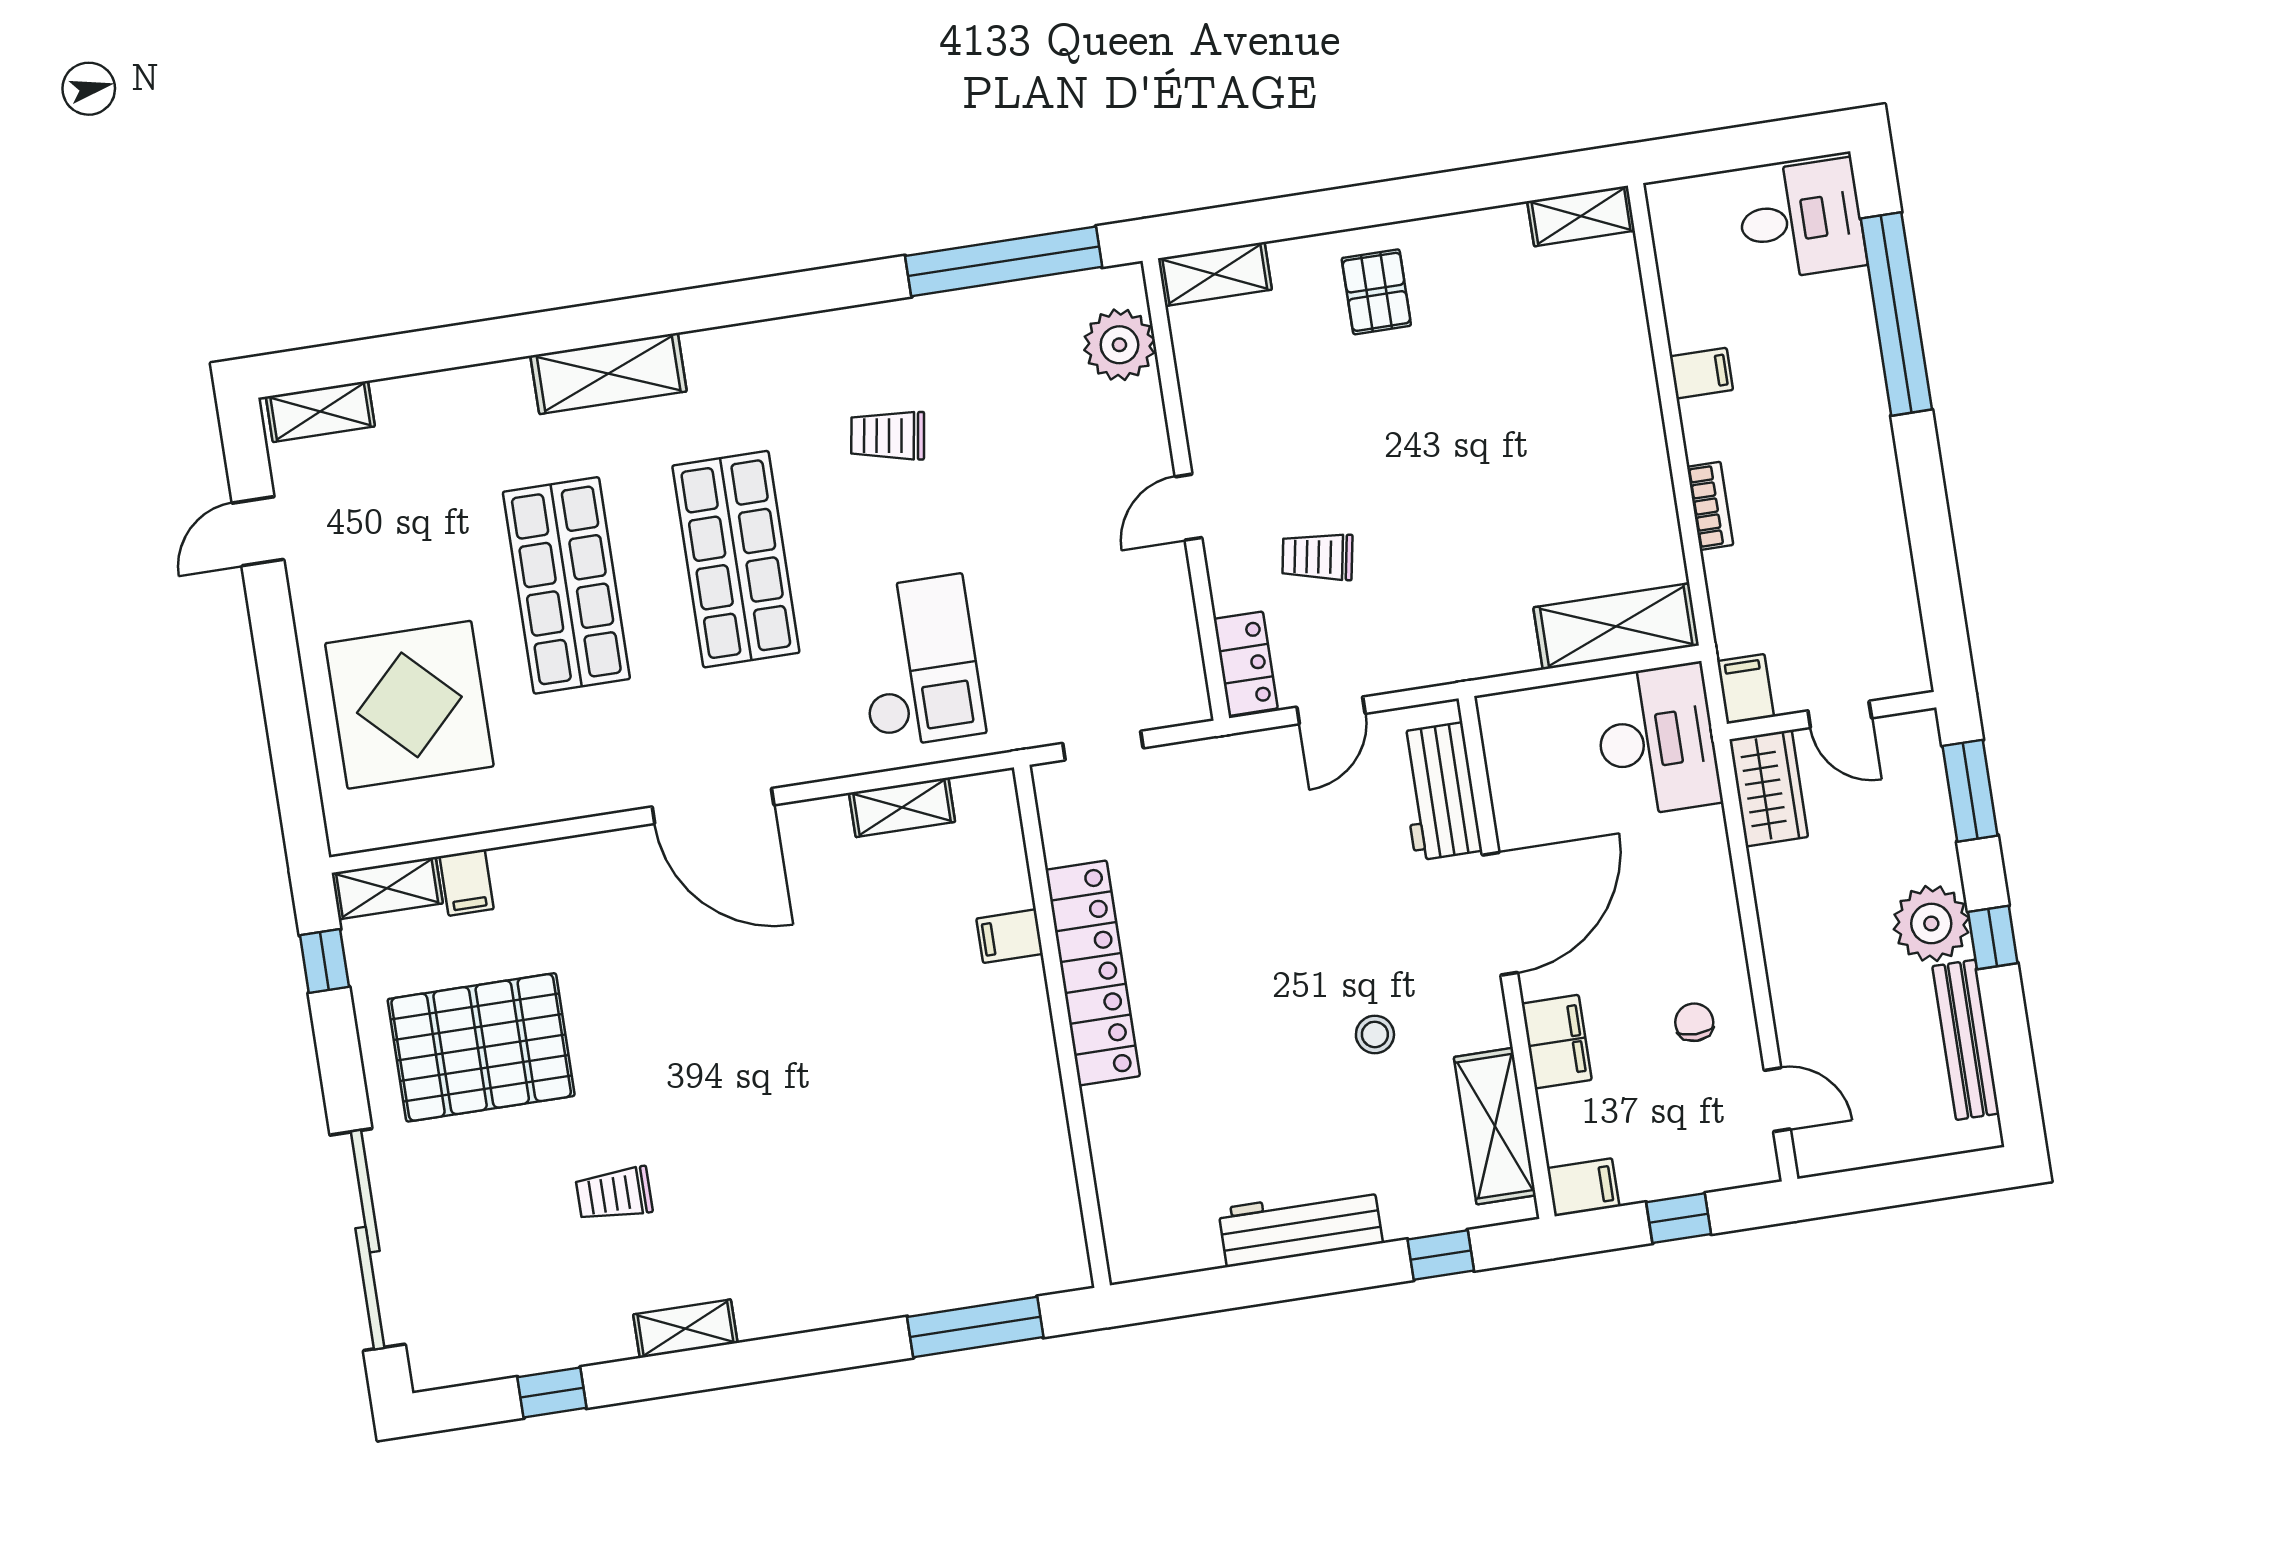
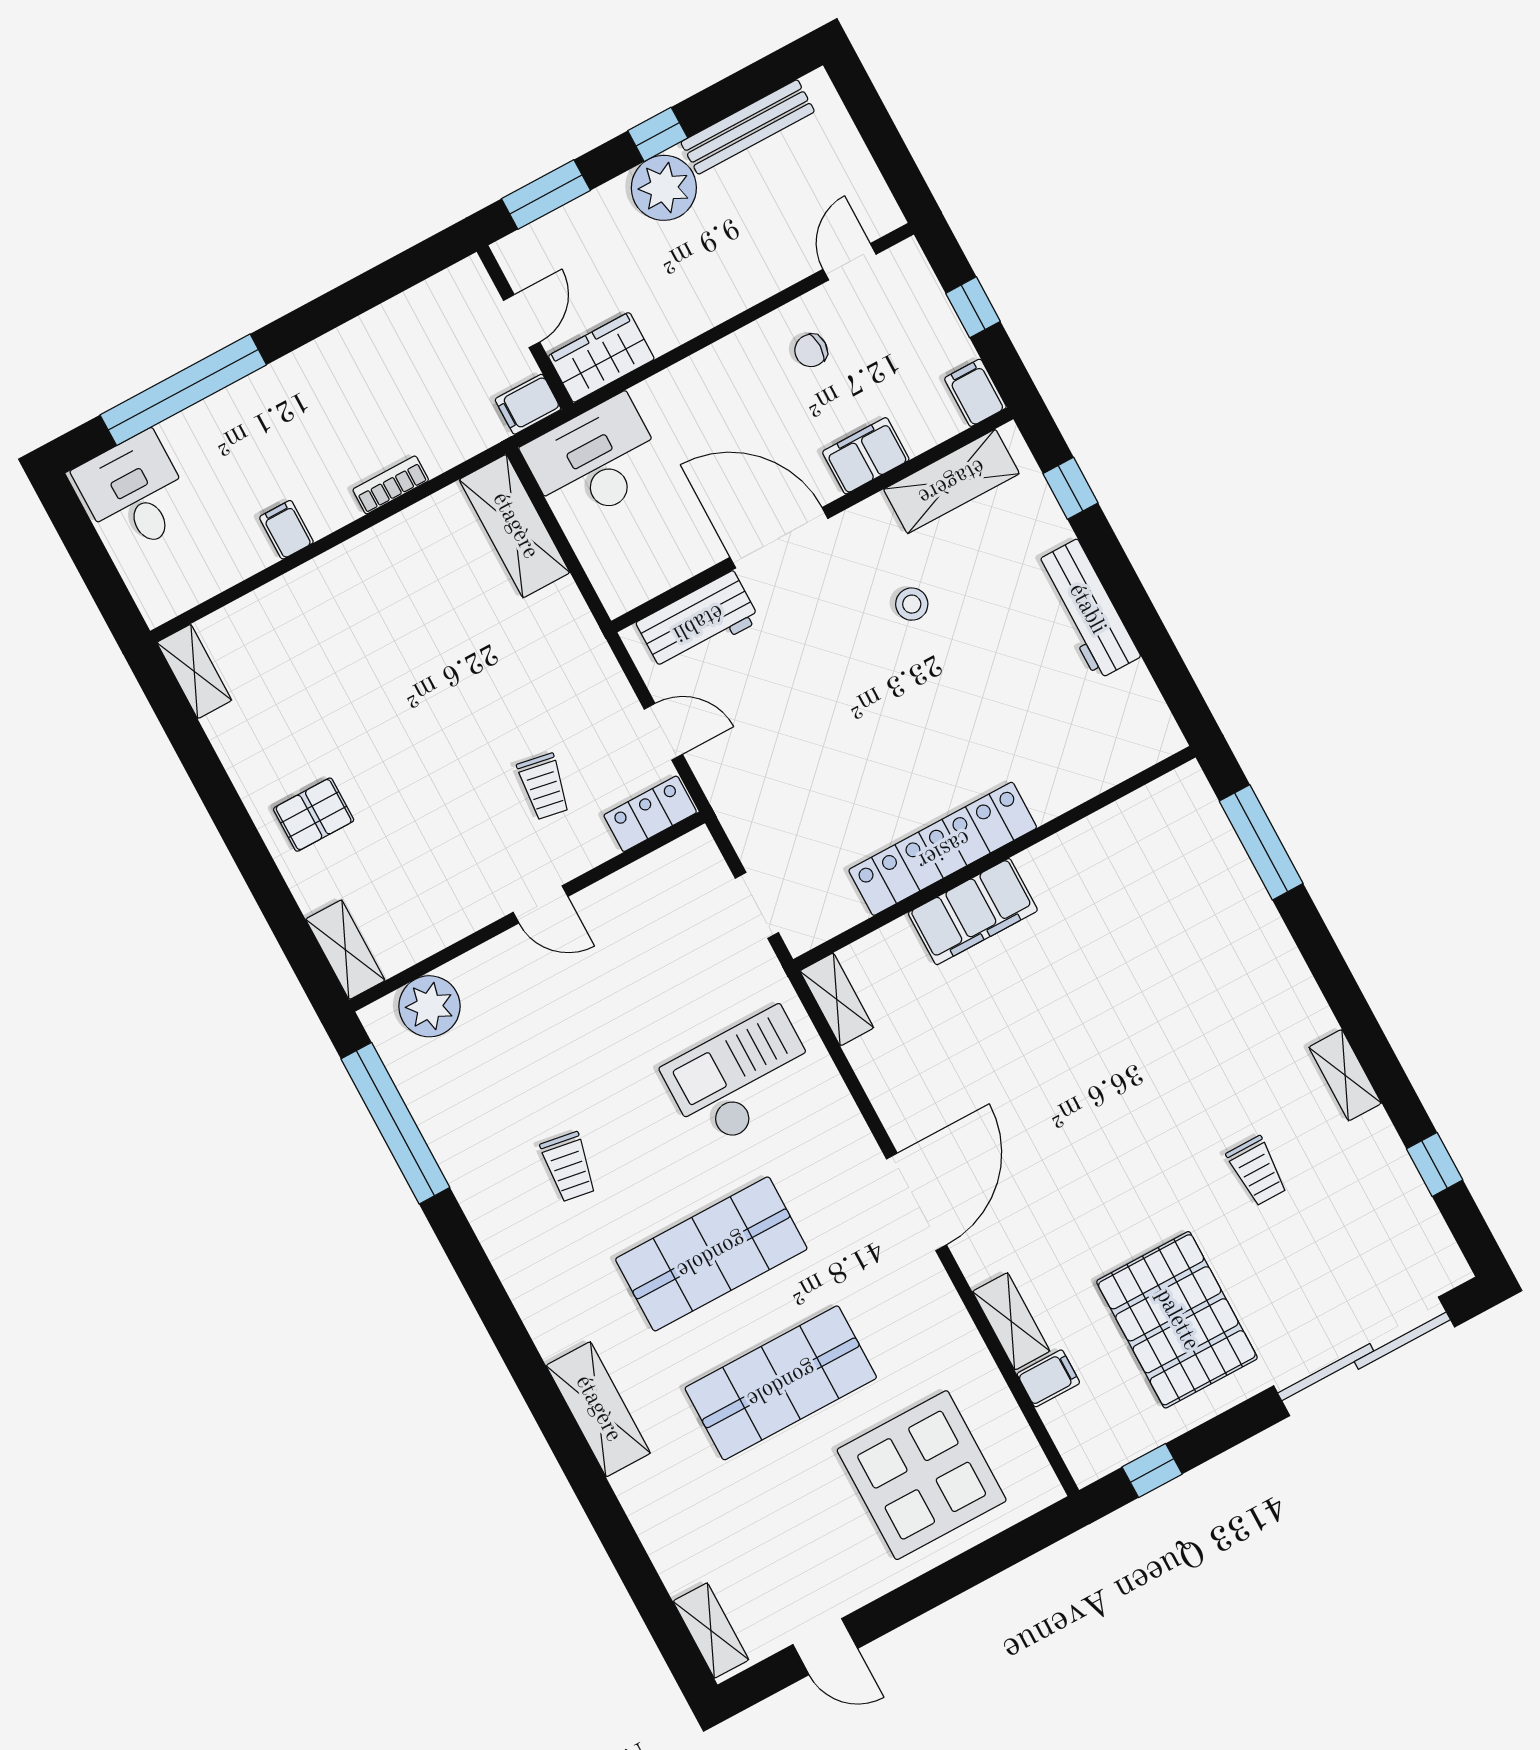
shelving: (902, 807) -> (837, 999), moved
shelving: (387, 888) -> (1011, 1321), moved
filing cabinet: (1010, 936) -> (973, 912), width x3.00, depth x1.17

